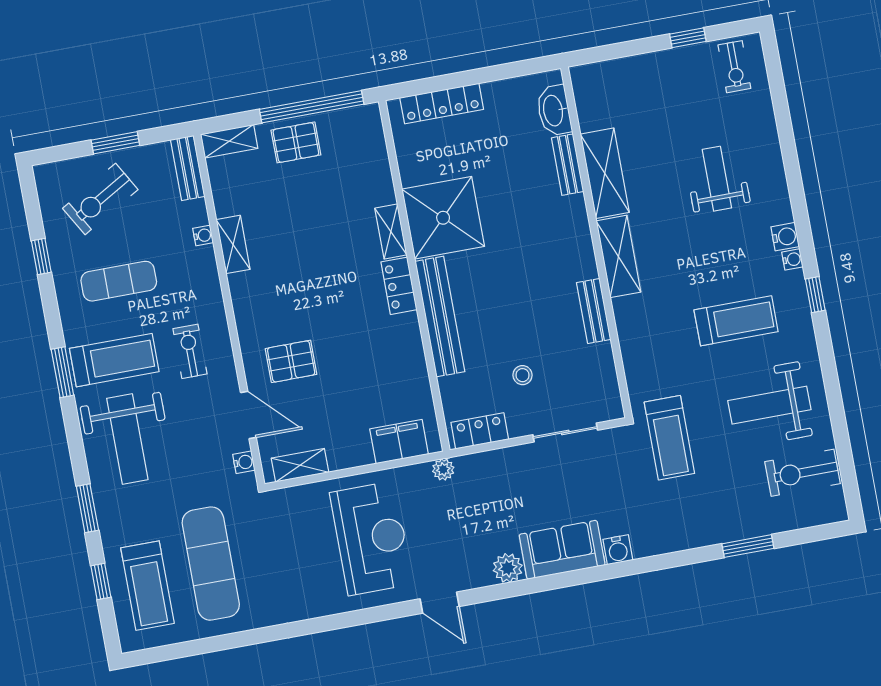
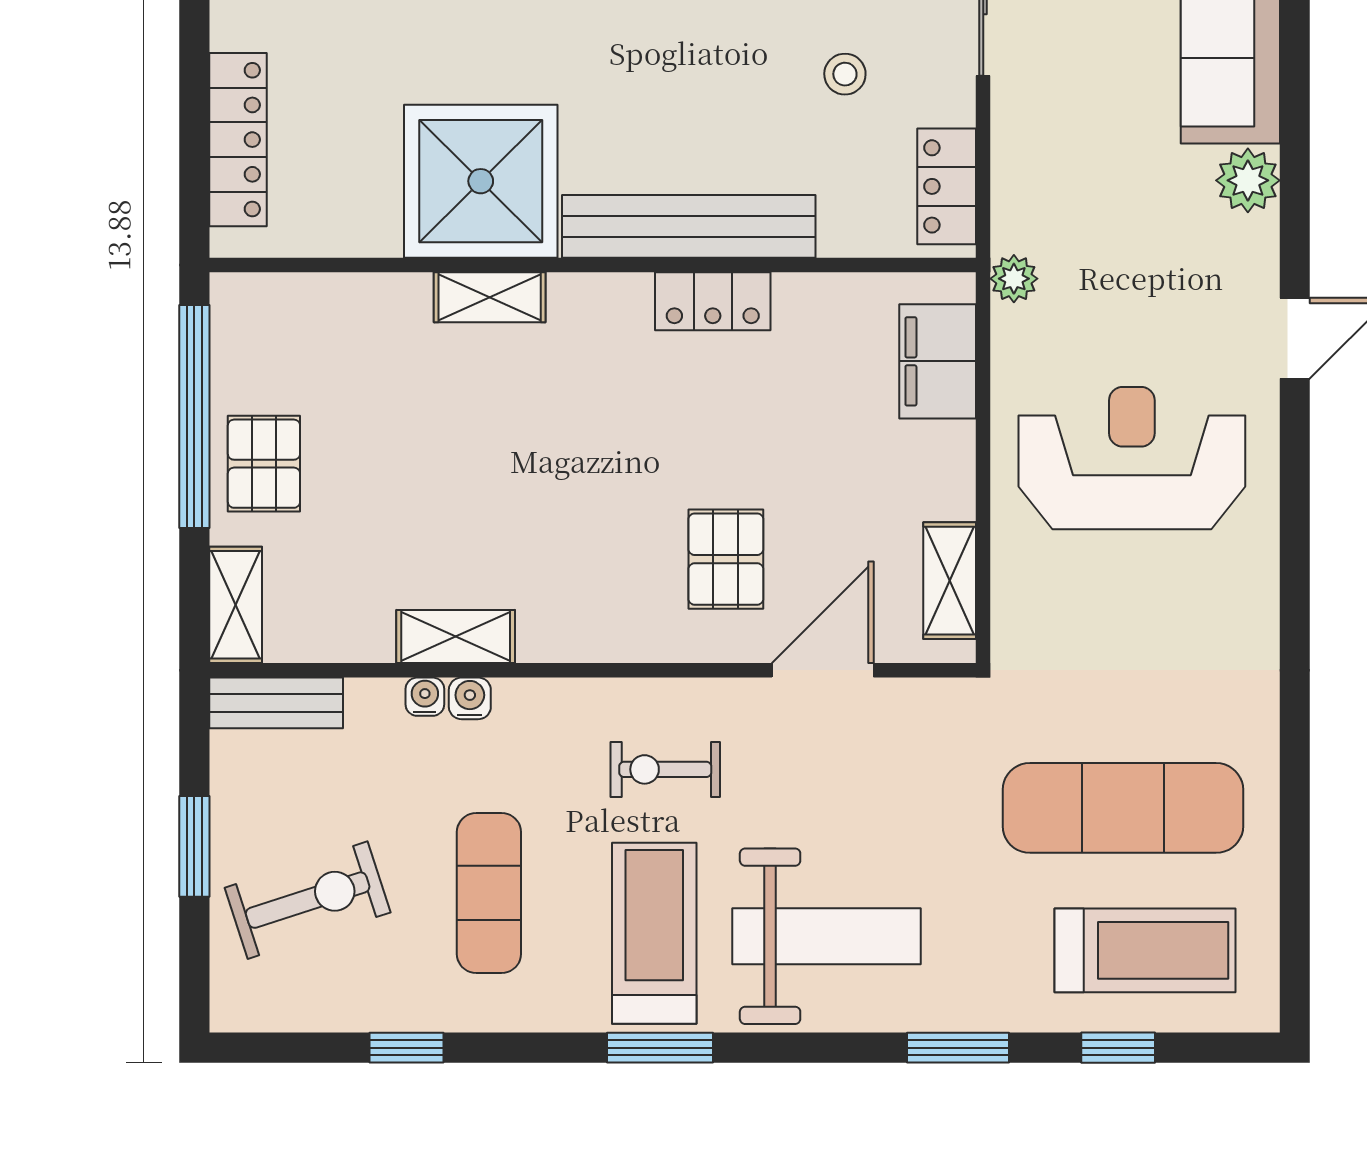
exercise bike: (100, 199) -> (308, 900), turned -78
locker: (399, 286) -> (713, 301), moved
water cooler: (244, 462) -> (470, 698), moved

